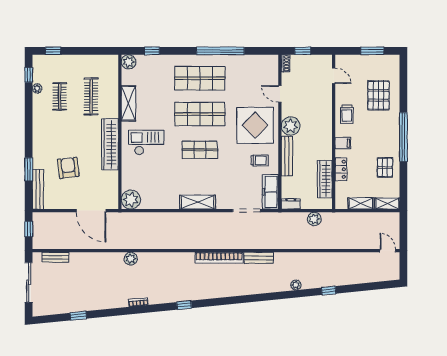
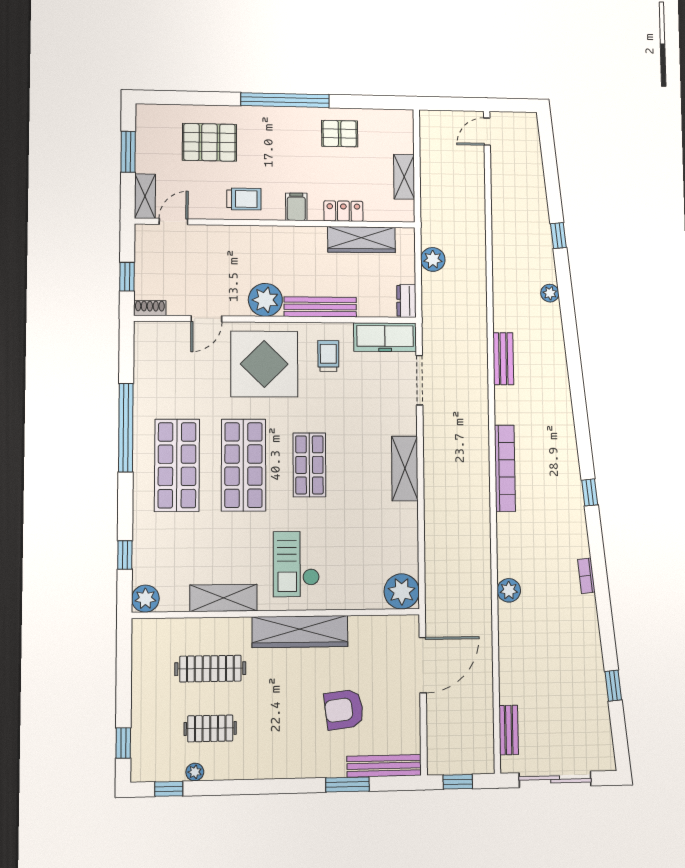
shelving: (387, 204) -> (145, 196), moved
bookcase: (219, 258) -> (505, 468), moved

